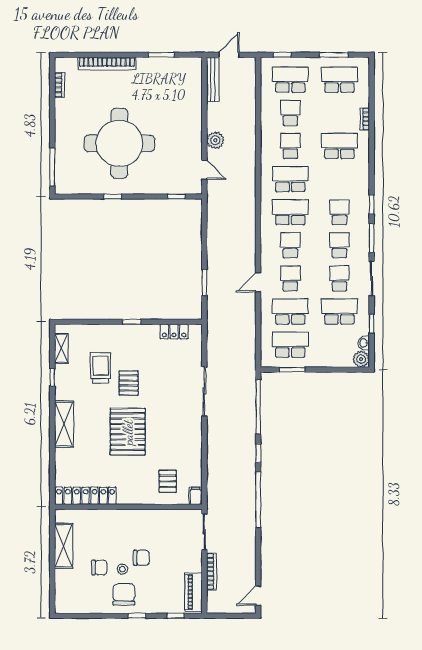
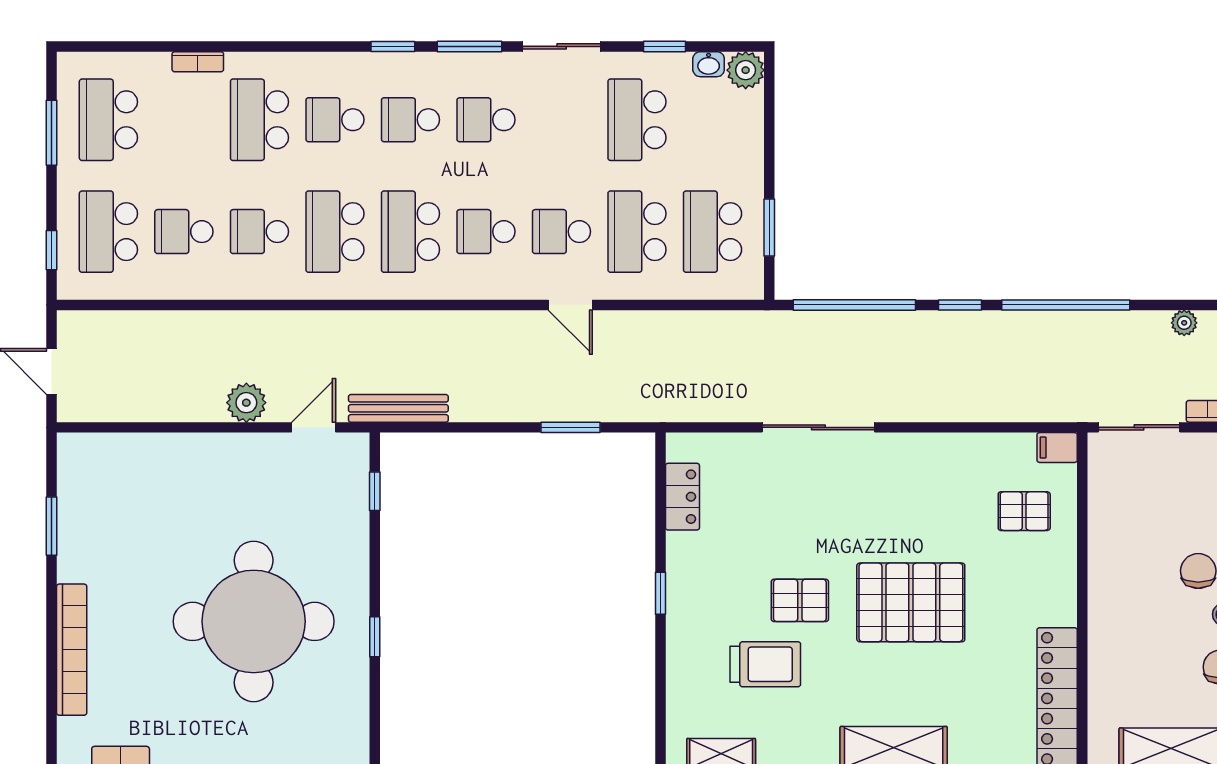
bench: (213, 80) -> (398, 408), moved
school desk: (339, 278) -> (335, 120), moved
trolley: (101, 368) -> (765, 664), turned 180
plant: (250, 552) -> (1184, 323), added

